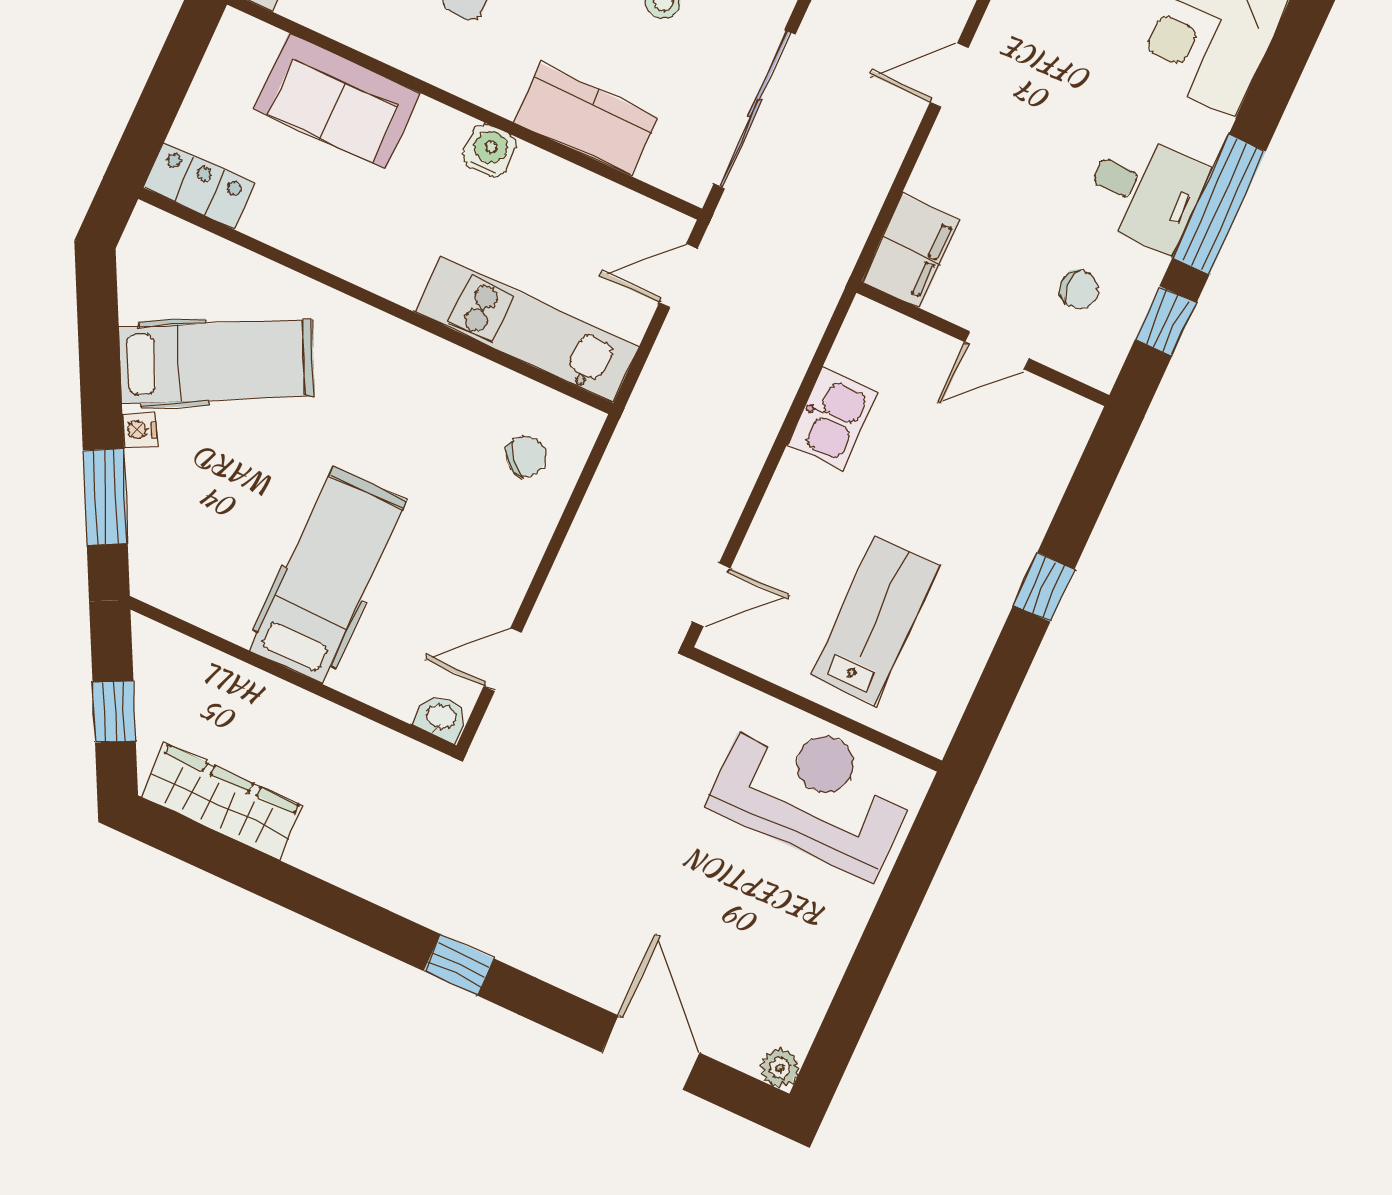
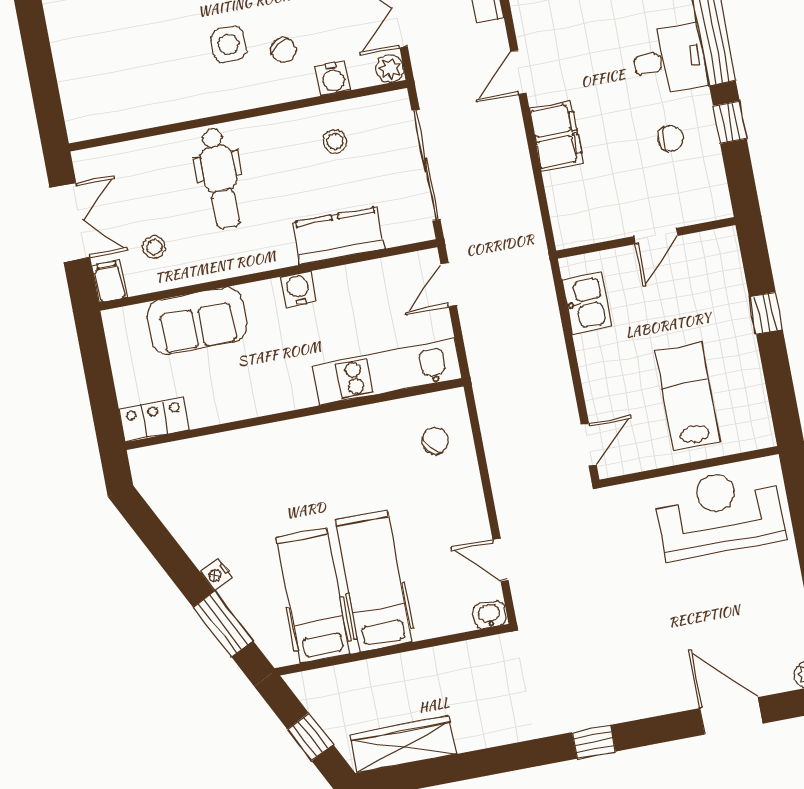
filing cabinet: (911, 251) -> (556, 136), moved
wall: (983, 344) -> (646, 238), moved
door: (997, 350) -> (656, 236), moved
hospital bed: (217, 362) -> (313, 596), moved, turned -63
door: (503, 659) -> (501, 560), hinge flipped

